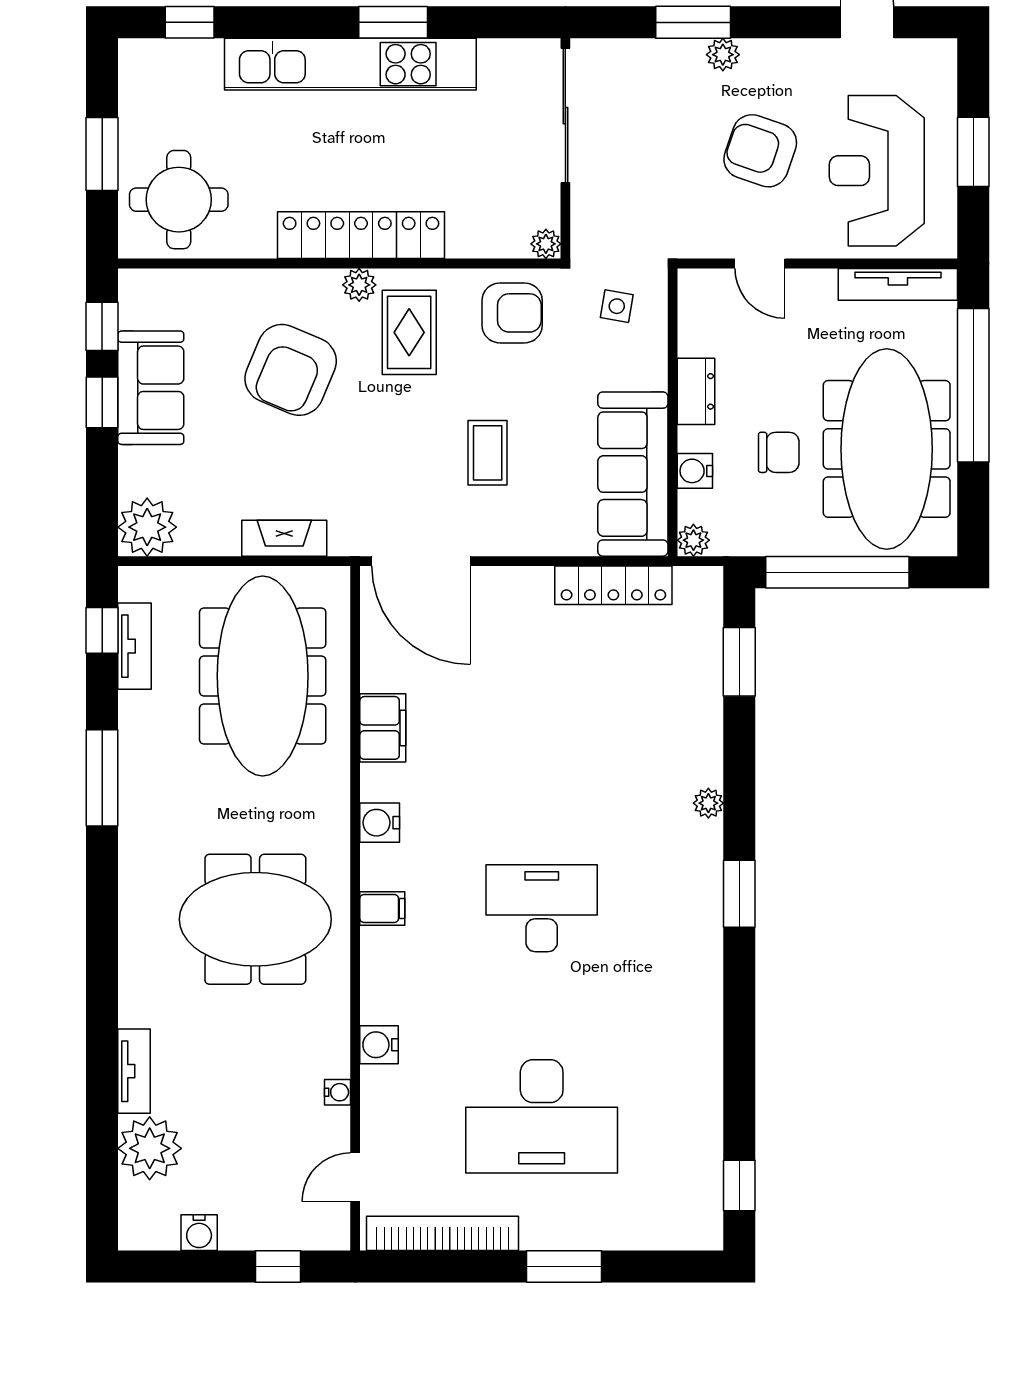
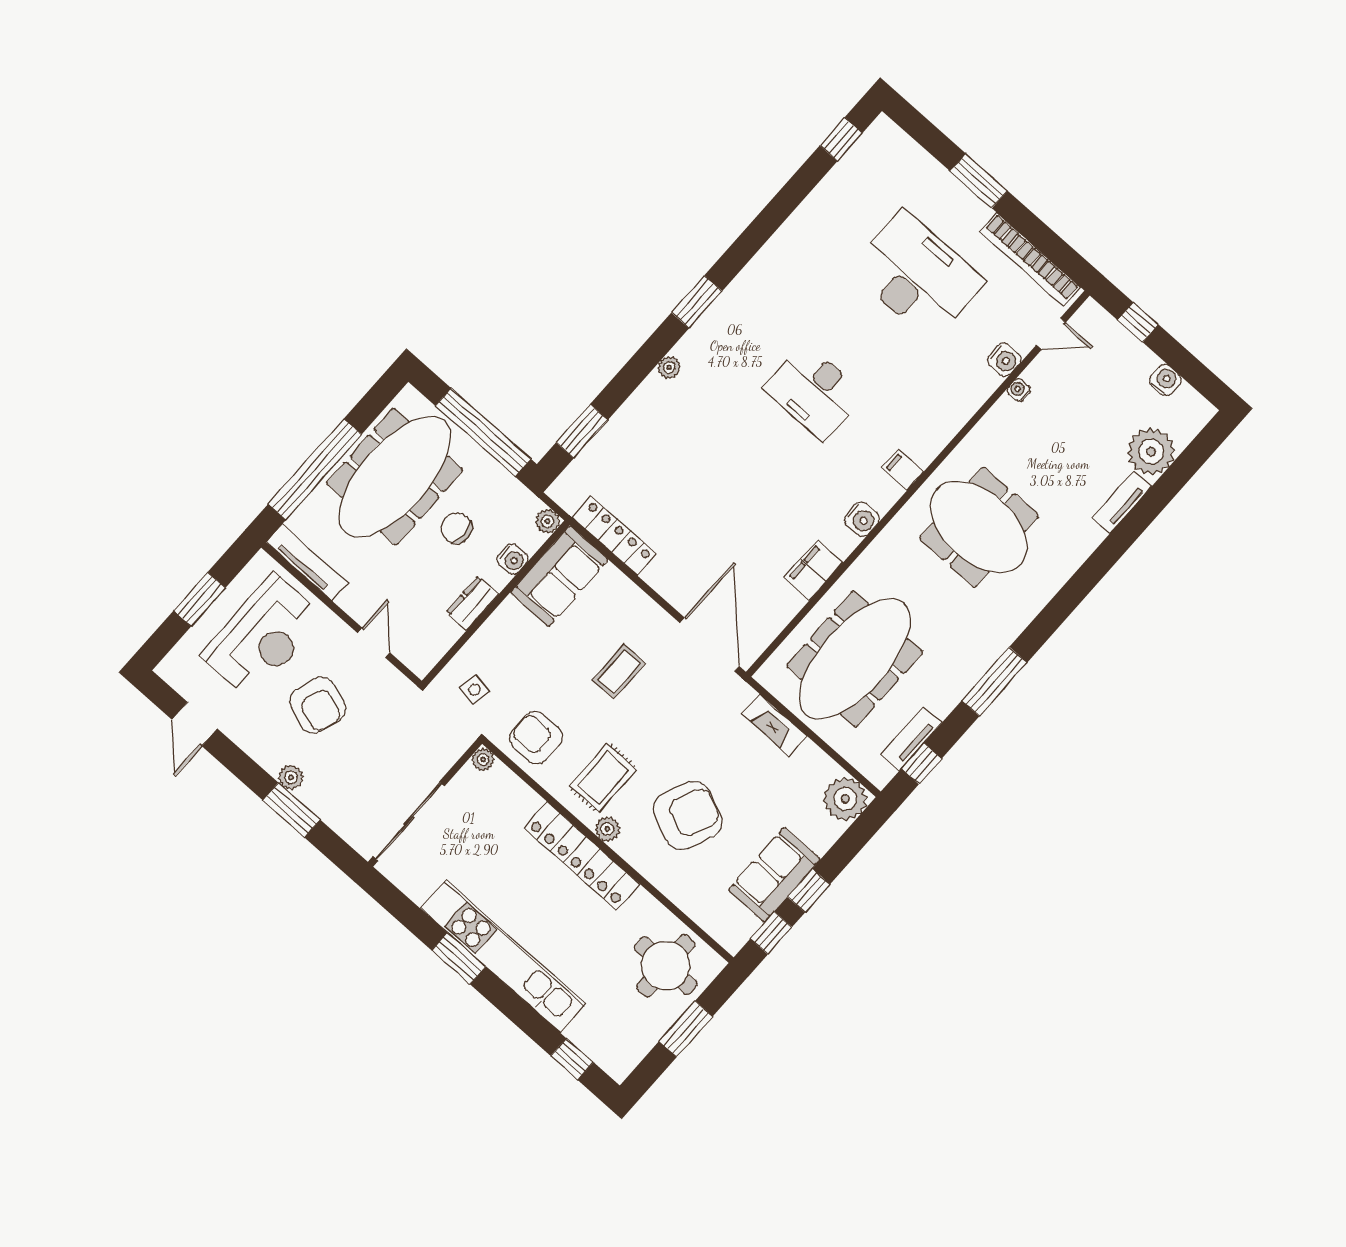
sofa: (633, 474) -> (559, 576), width x0.73
water cooler: (379, 1045) -> (1004, 360), moved

